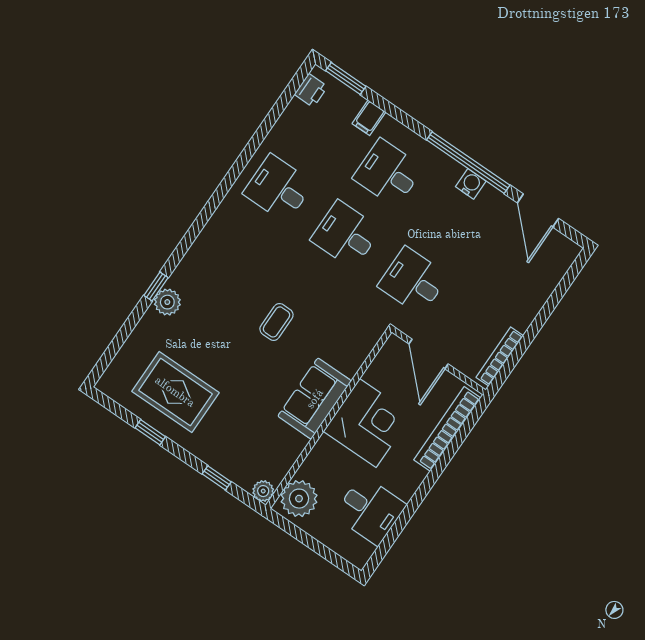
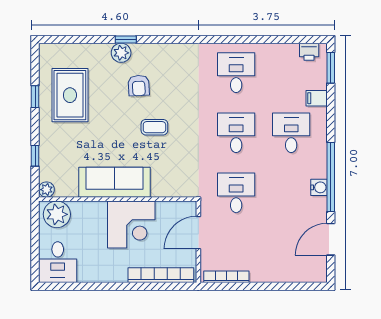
armchair: (218, 308) -> (139, 86), added
sofa: (315, 399) -> (114, 182), width x1.36
desk: (370, 510) -> (58, 262), moved

